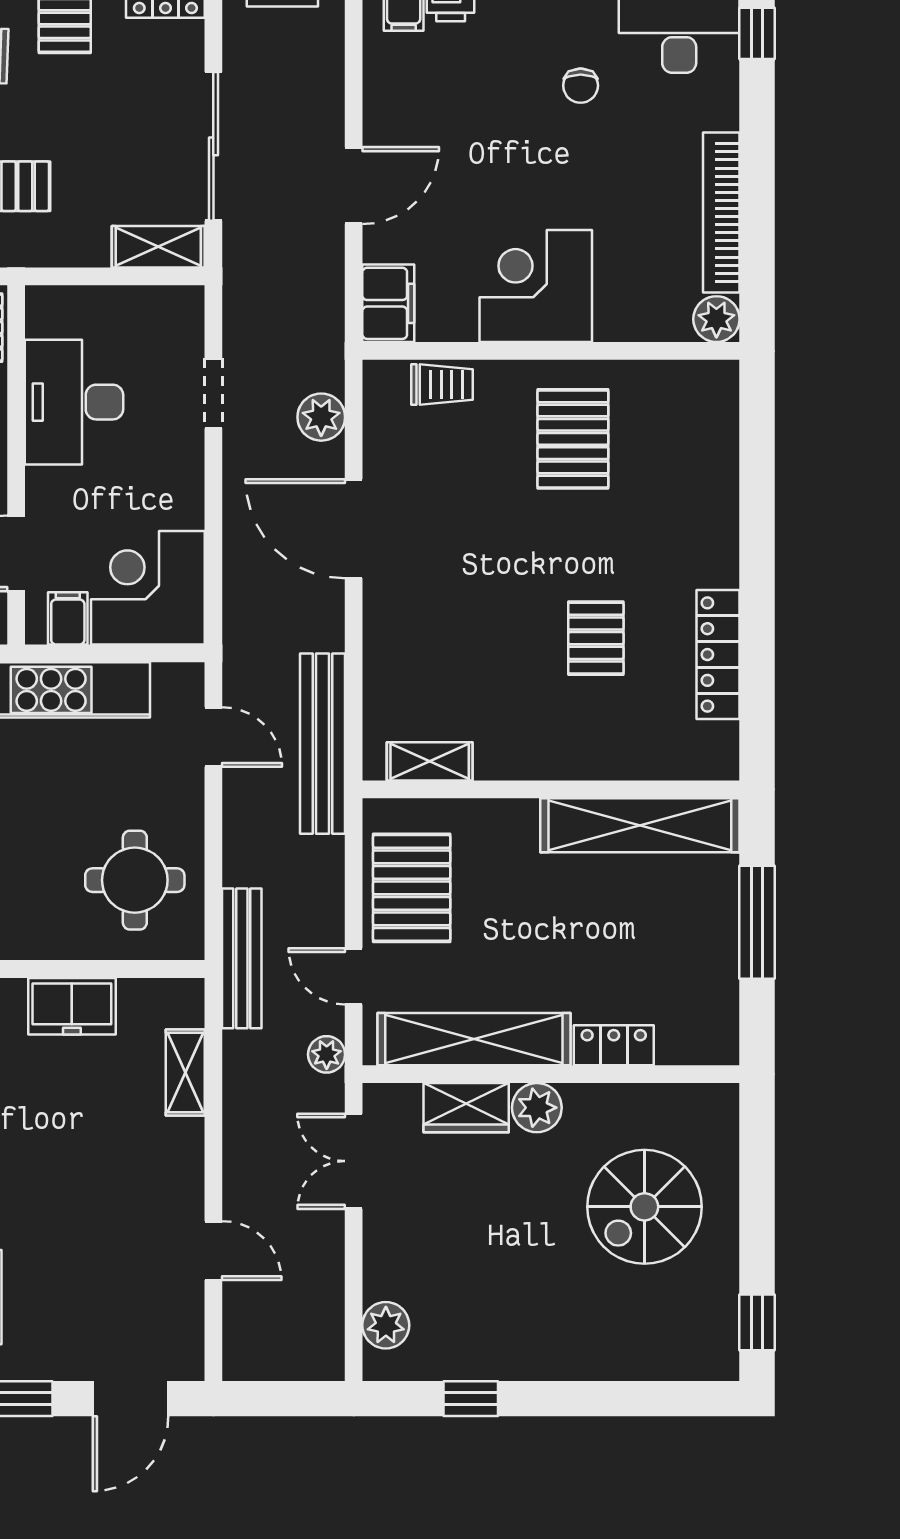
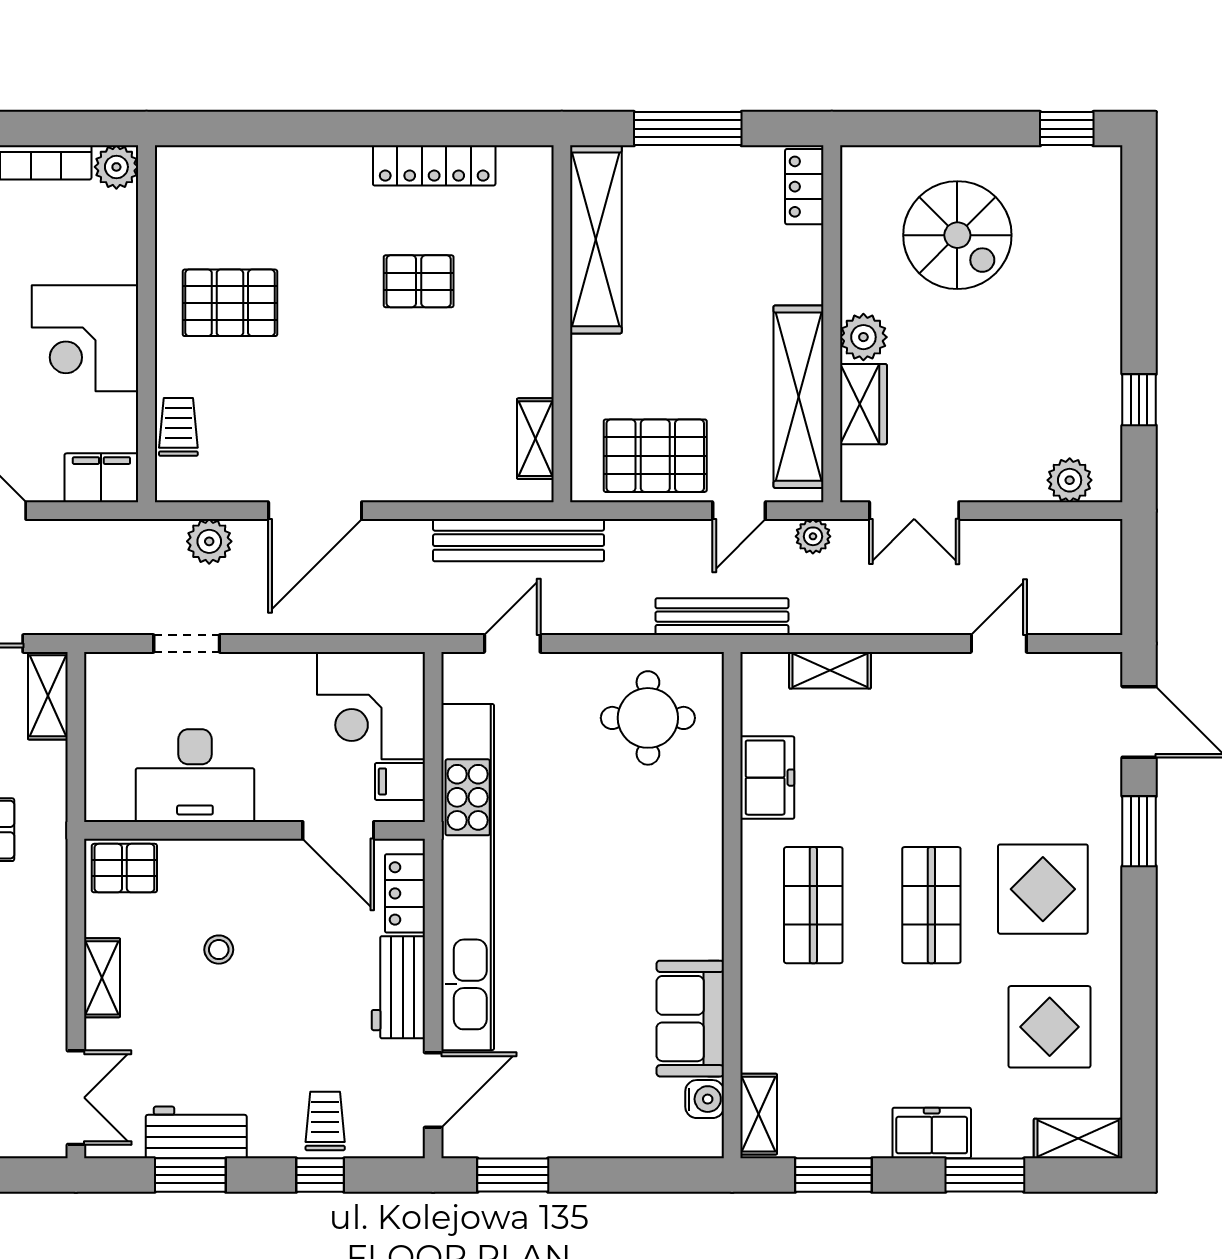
locker: (614, 1045) -> (804, 187), moved

